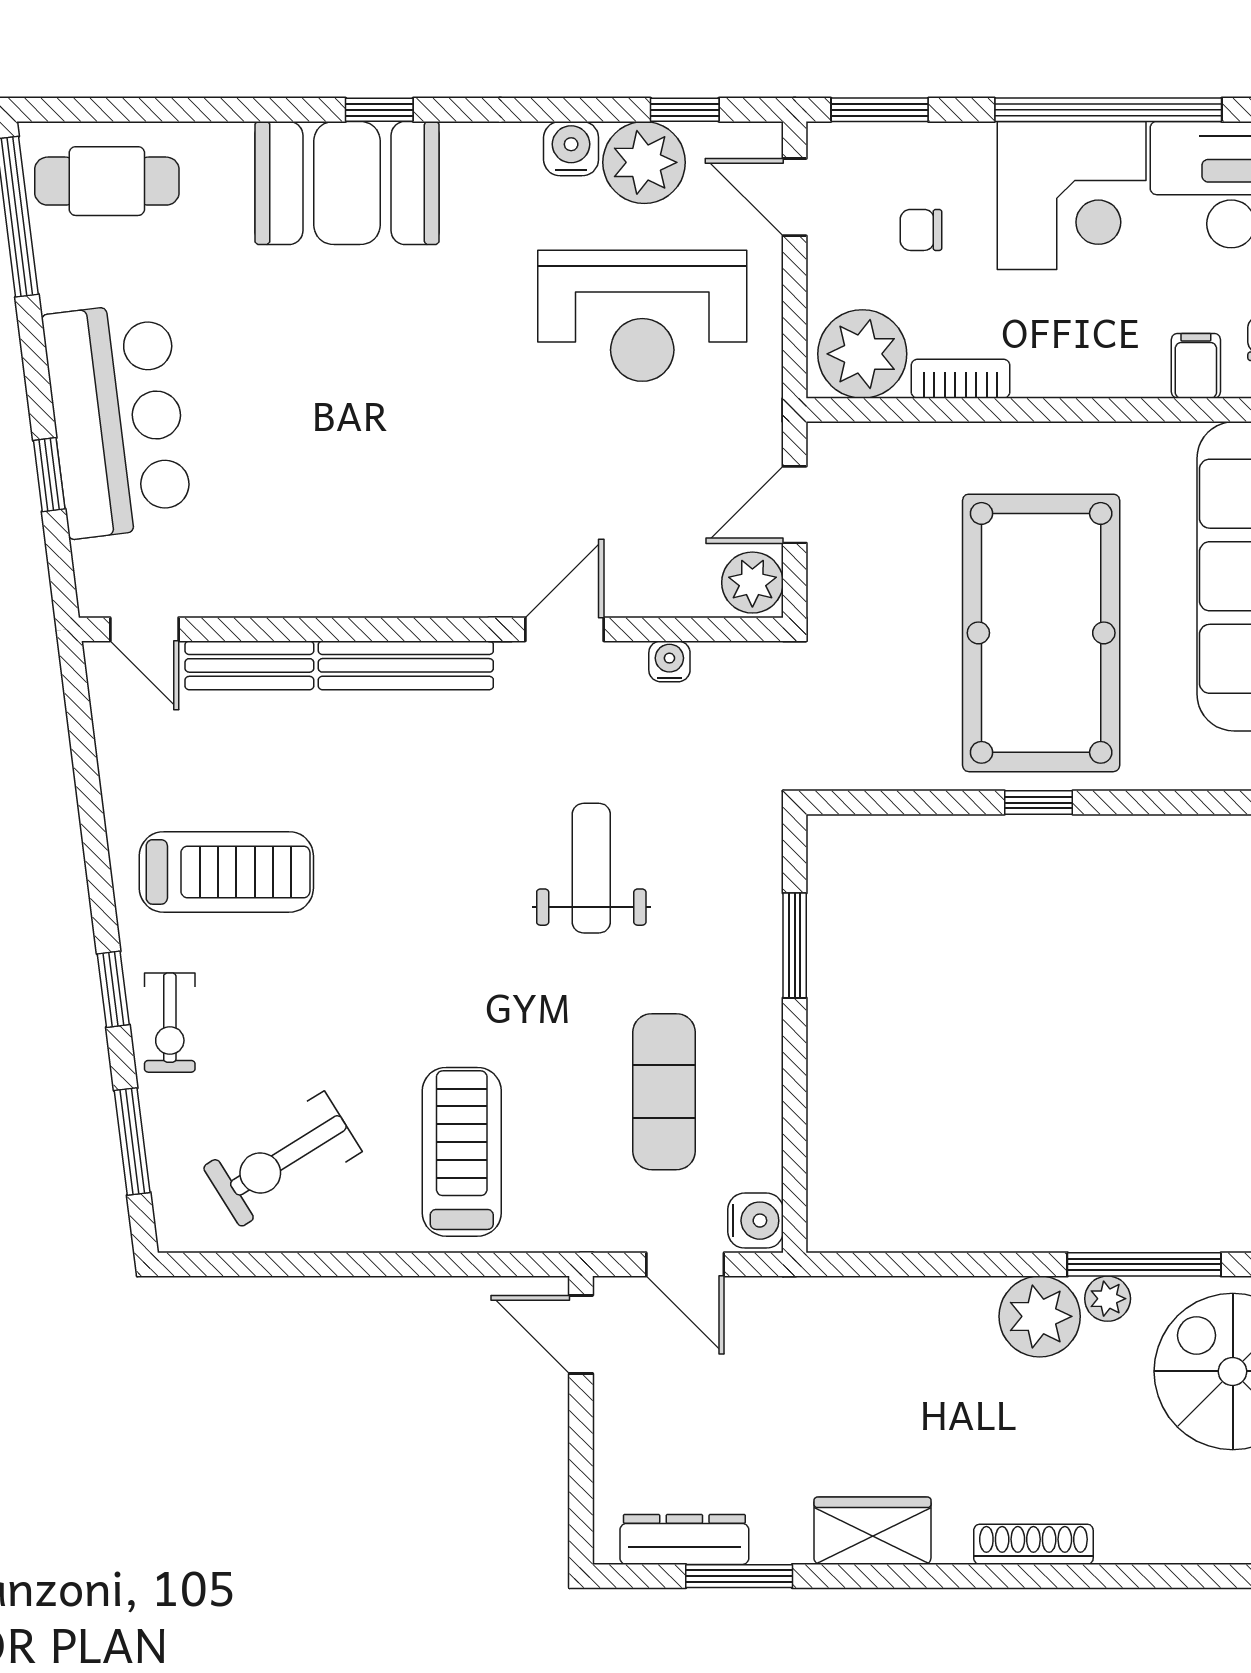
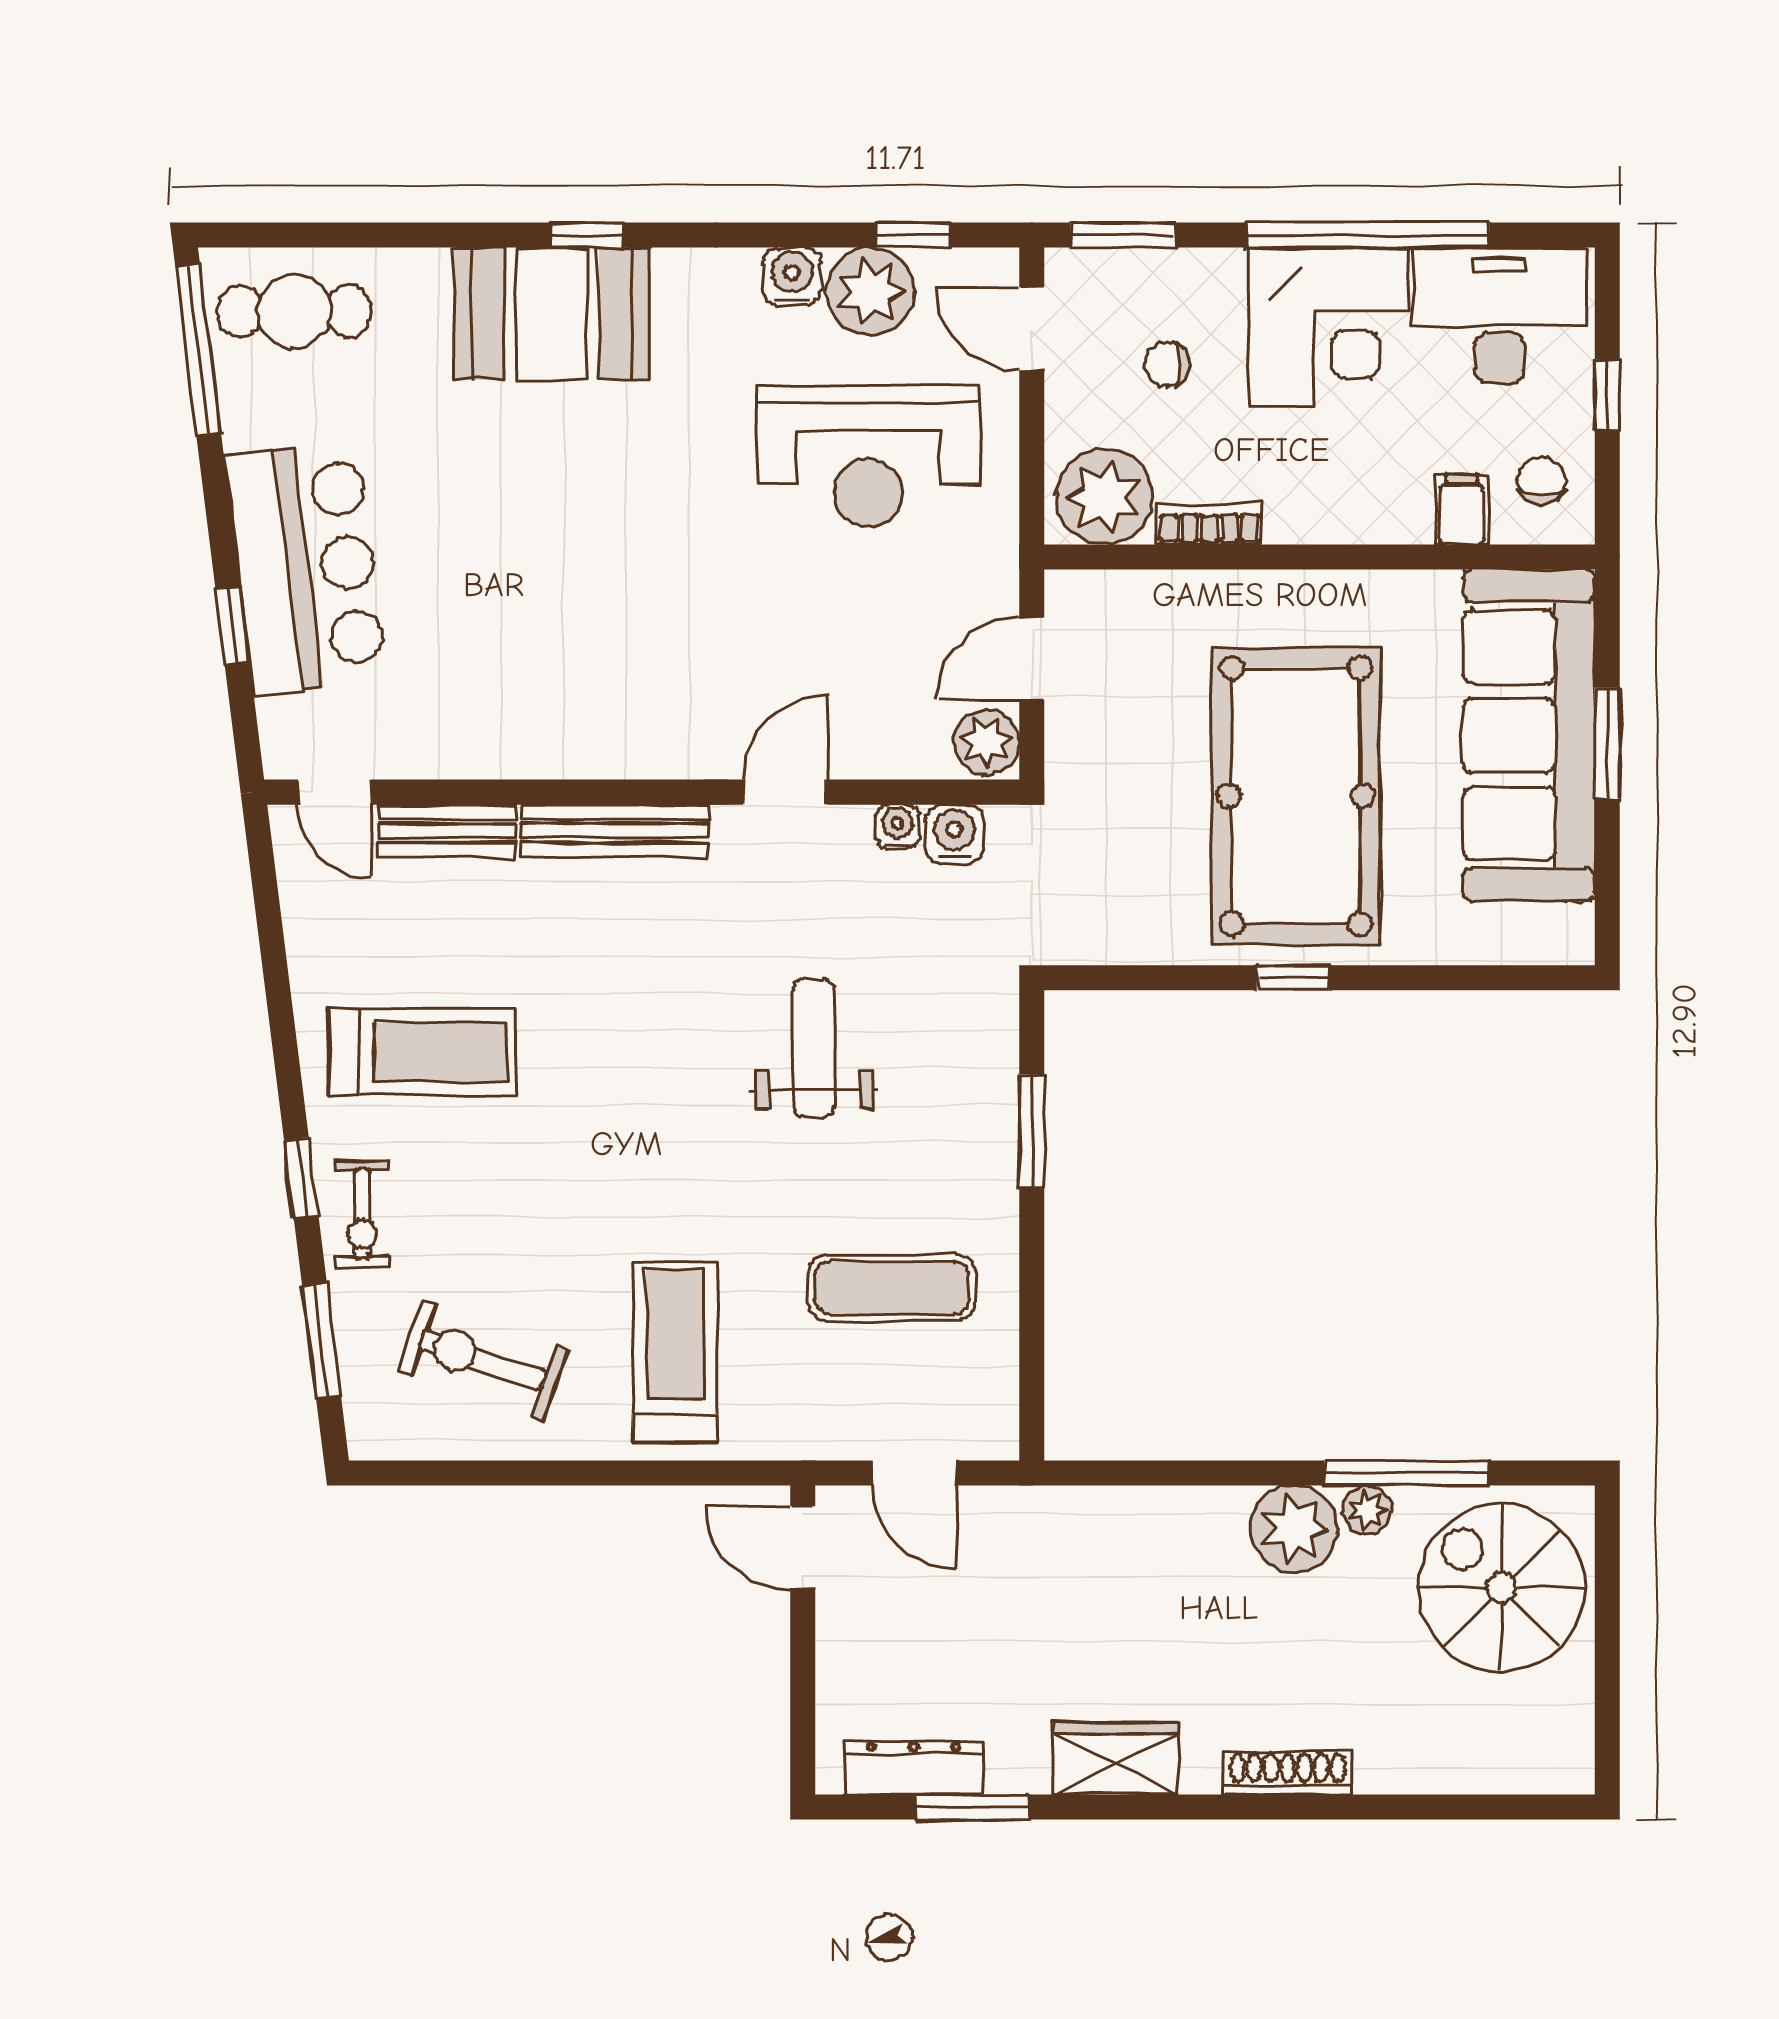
exercise mat: (664, 1092) -> (892, 1288), turned 90
exercise bike: (282, 1159) -> (482, 1360), turned 51
water cooler: (756, 1221) -> (954, 834), moved, turned -90

